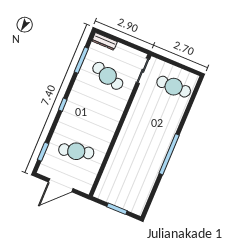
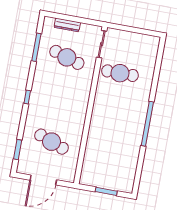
dresser: (105, 41) -> (67, 25), moved
cafe table: (174, 87) -> (120, 73), moved
cafe table: (76, 151) -> (52, 142), turned 36

